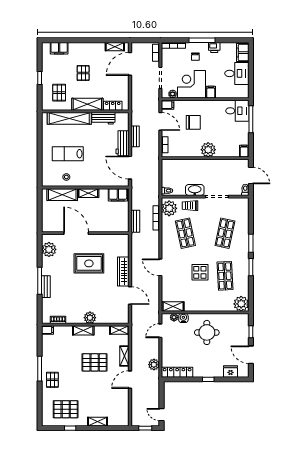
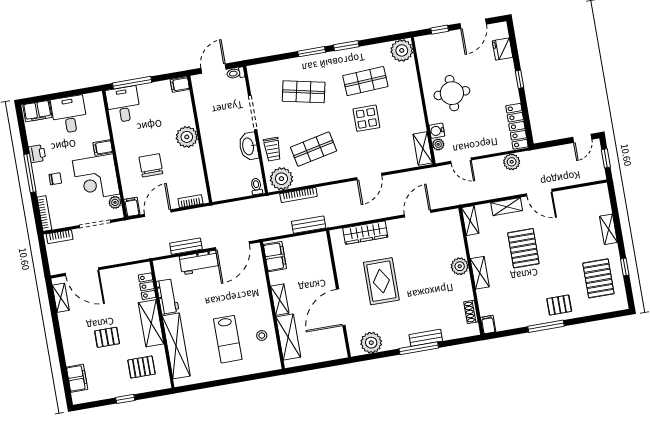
wardrobe: (123, 272) -> (365, 233), moved

